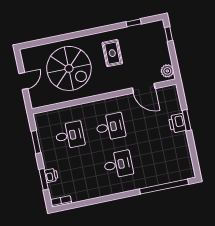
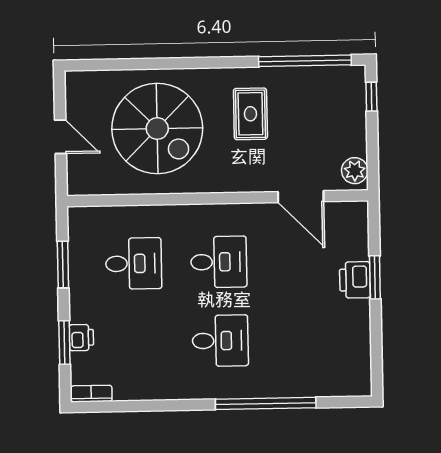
window: (134, 23) -> (305, 61), width x3.17
door: (23, 81) -> (60, 137), hinge flipped
window: (164, 187) -> (266, 403), moved

